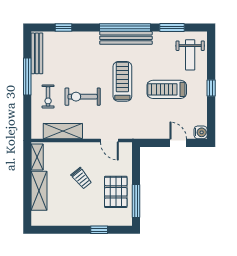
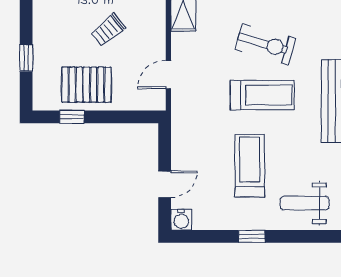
exercise bike: (83, 97) -> (265, 44), moved, turned 106
window: (136, 201) -> (72, 117), width x0.46

